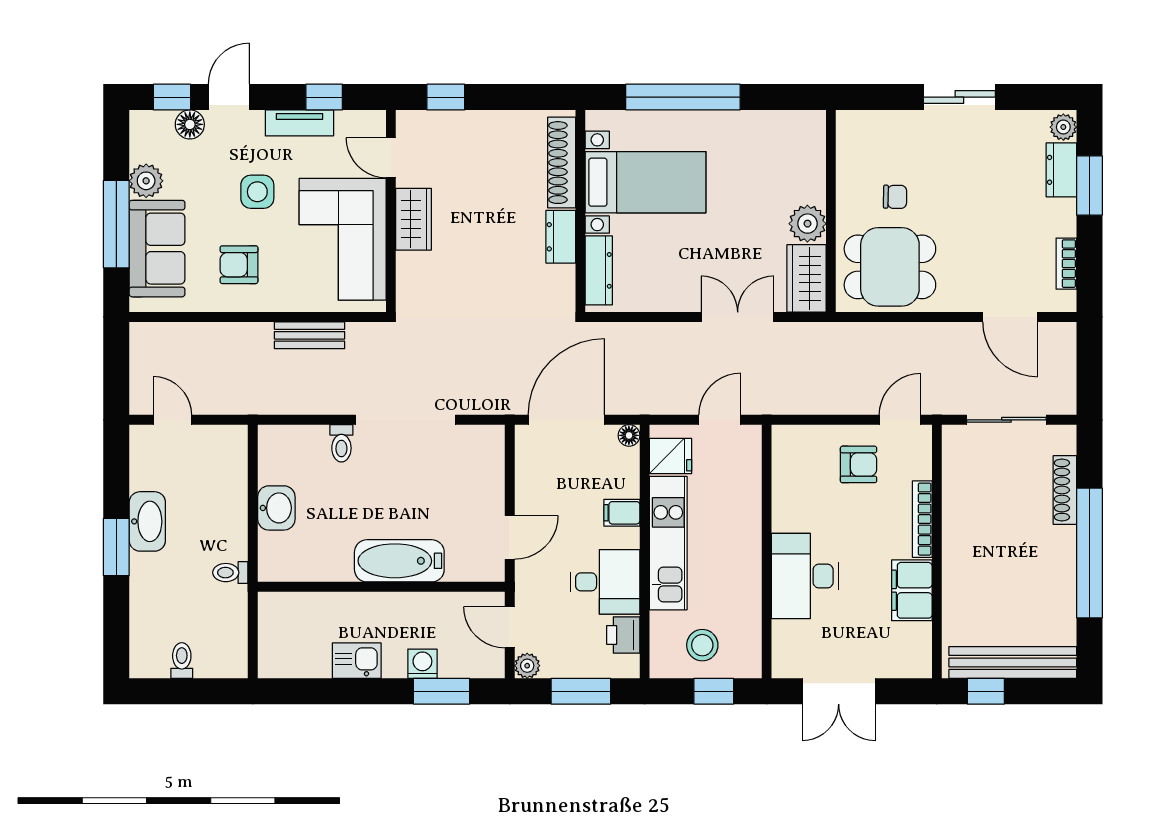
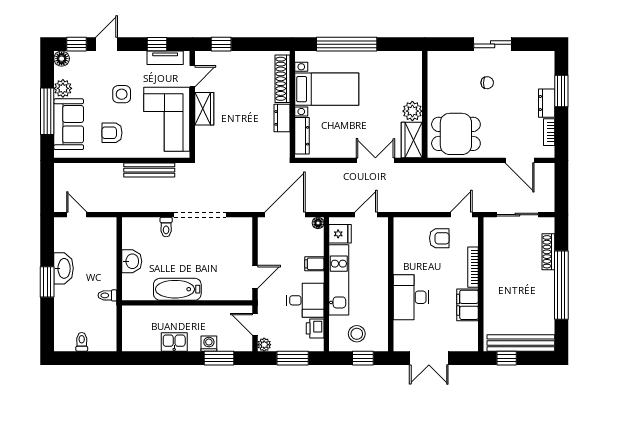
tv unit: (299, 123) -> (165, 58), moved
floor lamp: (190, 124) -> (62, 59), moved
plant: (1063, 127) -> (548, 60), removed
door: (391, 158) -> (192, 76), swing flipped
dresser: (1061, 170) -> (547, 103), moved
chair: (895, 197) -> (487, 83), moved
bench: (310, 335) -> (149, 170), width x1.36
bathtub: (399, 561) -> (177, 289), moved

